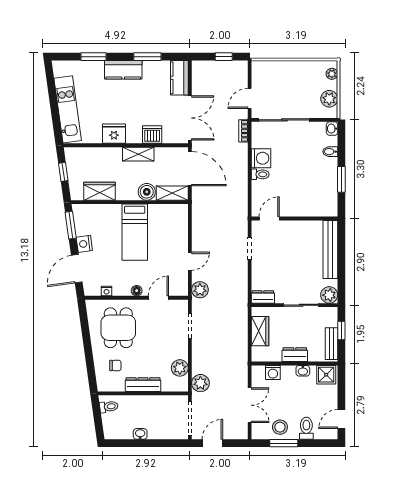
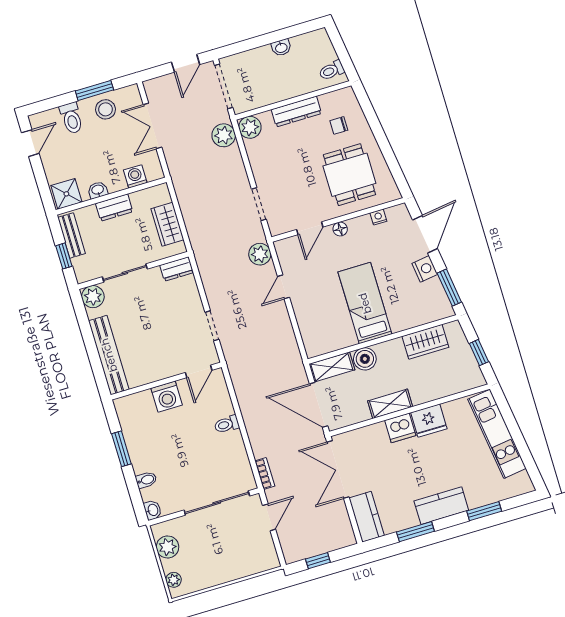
dishwasher: (152, 135) -> (400, 428), moved
washing machine: (261, 158) -> (167, 397), moved, turned -90
plant: (180, 368) -> (250, 127), moved

